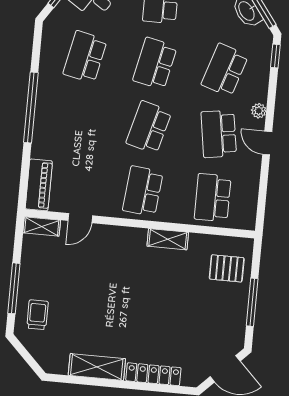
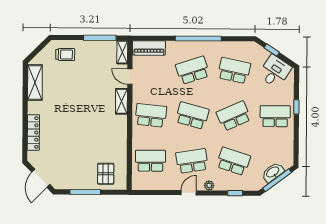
window: (275, 56) -> (235, 193), moved
school desk: (155, 63) -> (234, 116), turned -36
school desk: (79, 121) -> (193, 70), added
shelving: (168, 239) -> (121, 101), moved
window: (14, 288) -> (100, 38), moved
shelving: (97, 367) -> (35, 82), moved

